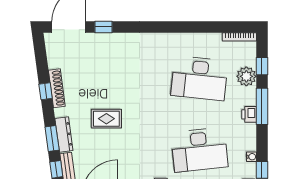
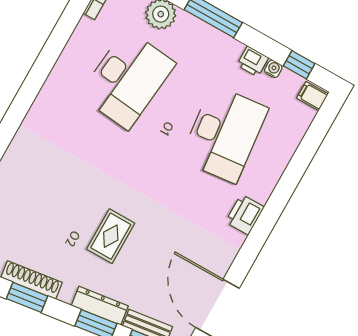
window: (46, 91) -> (27, 297), width x1.50
printer: (249, 114) -> (253, 61), moved

